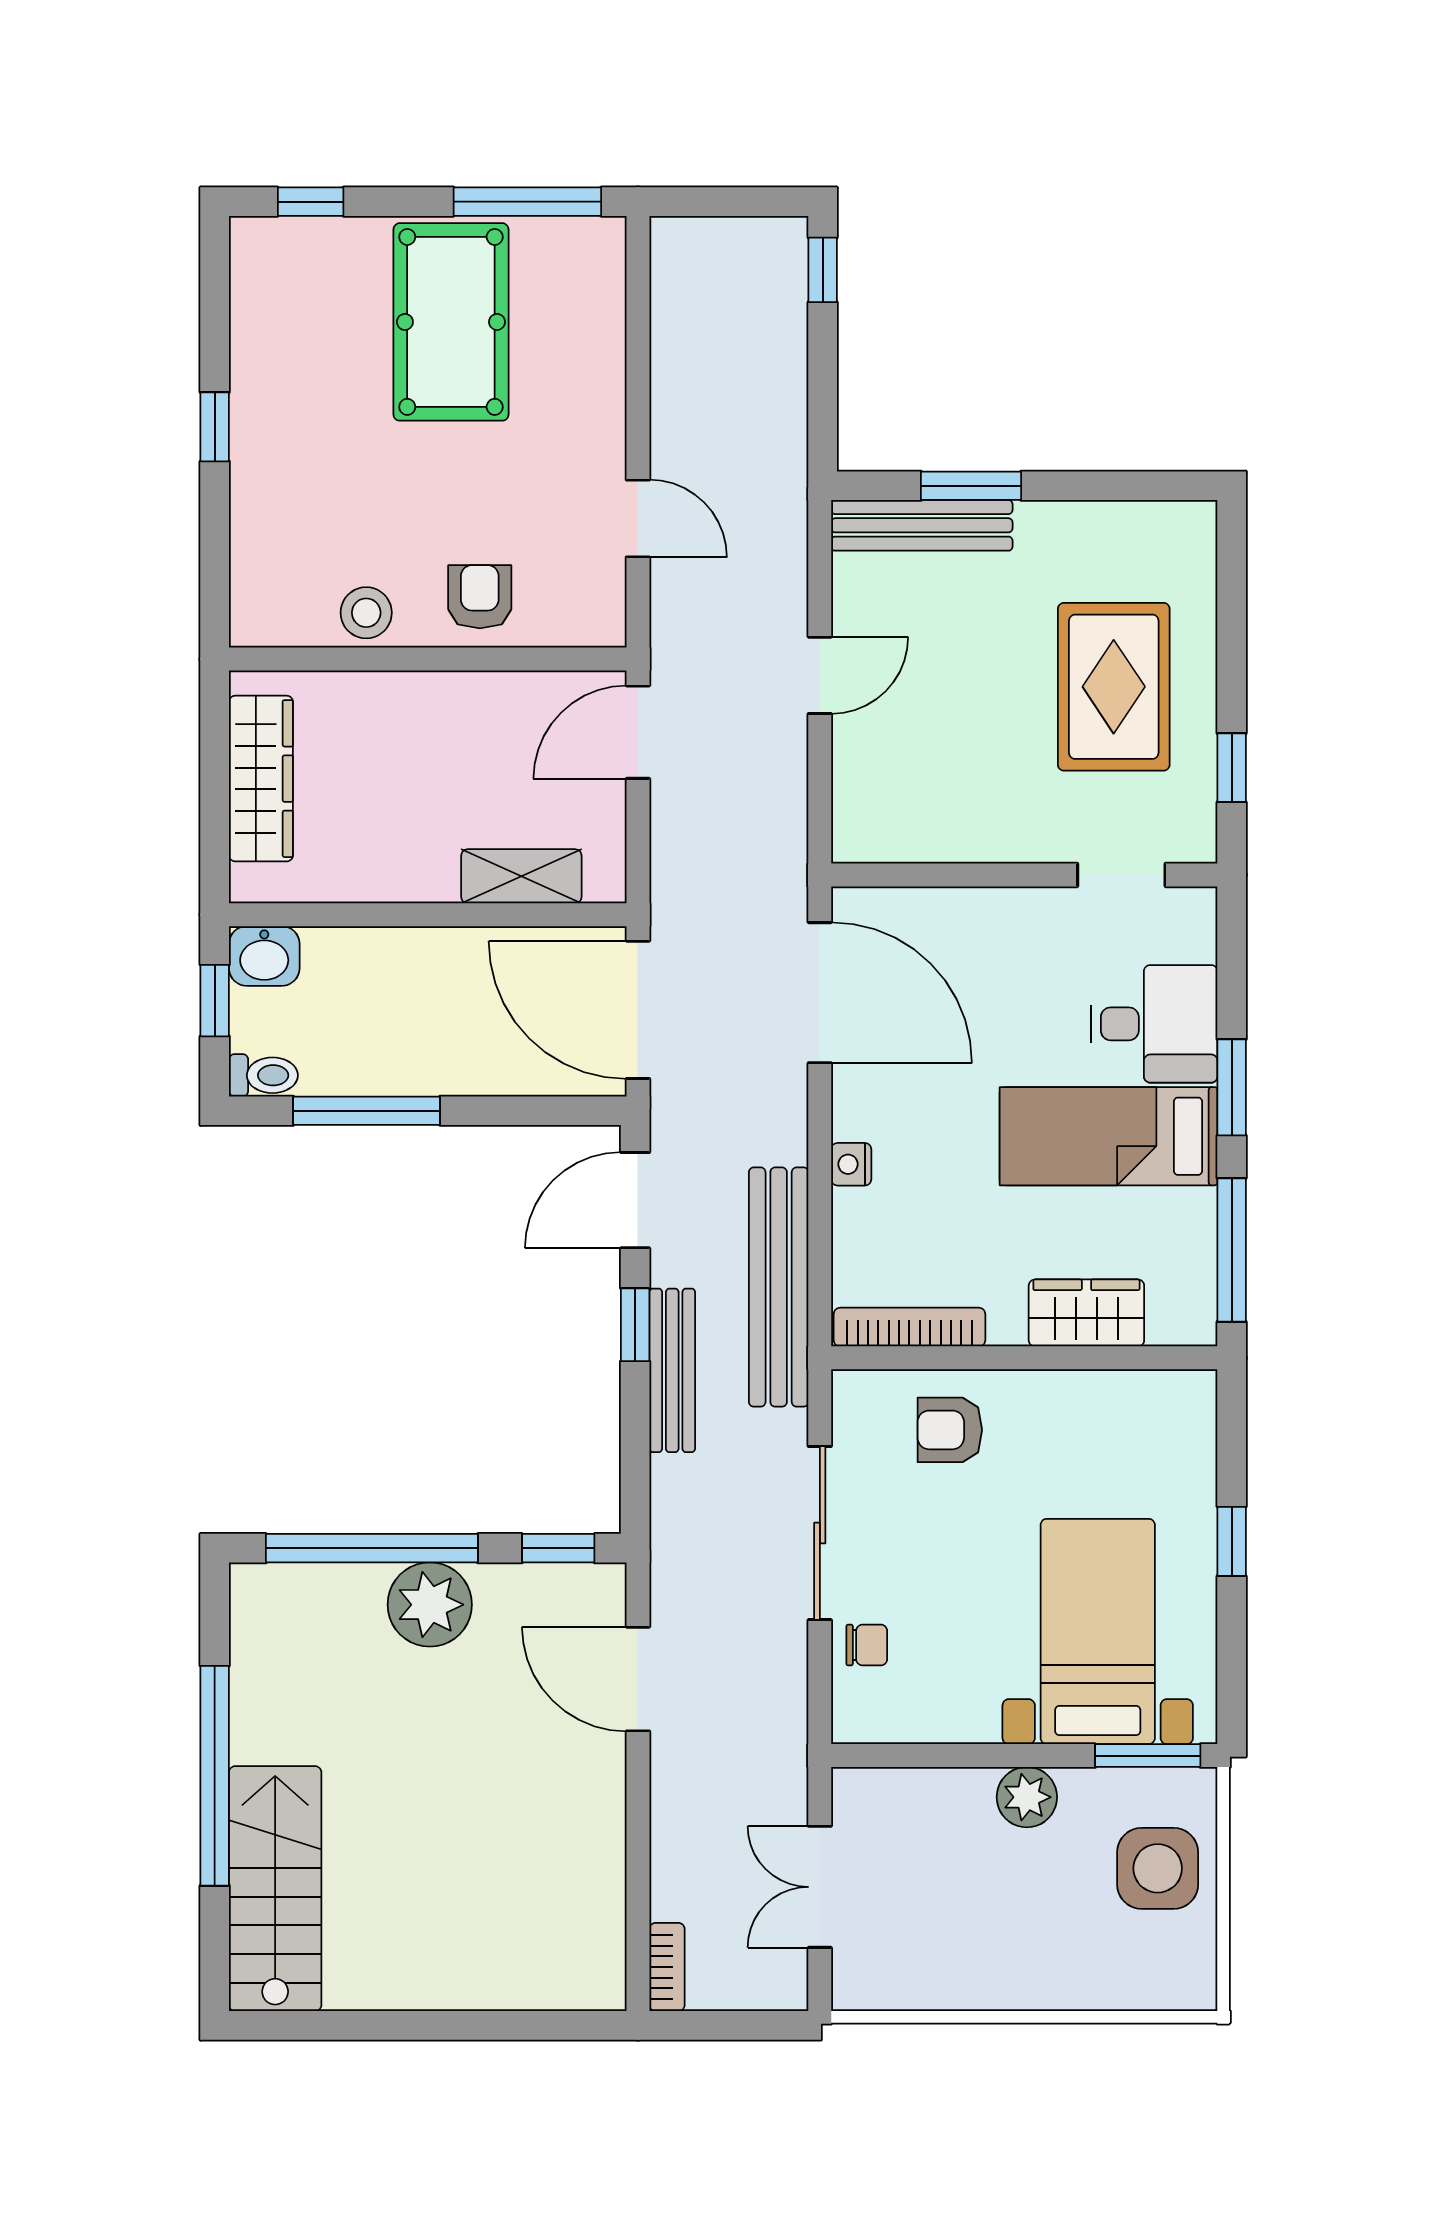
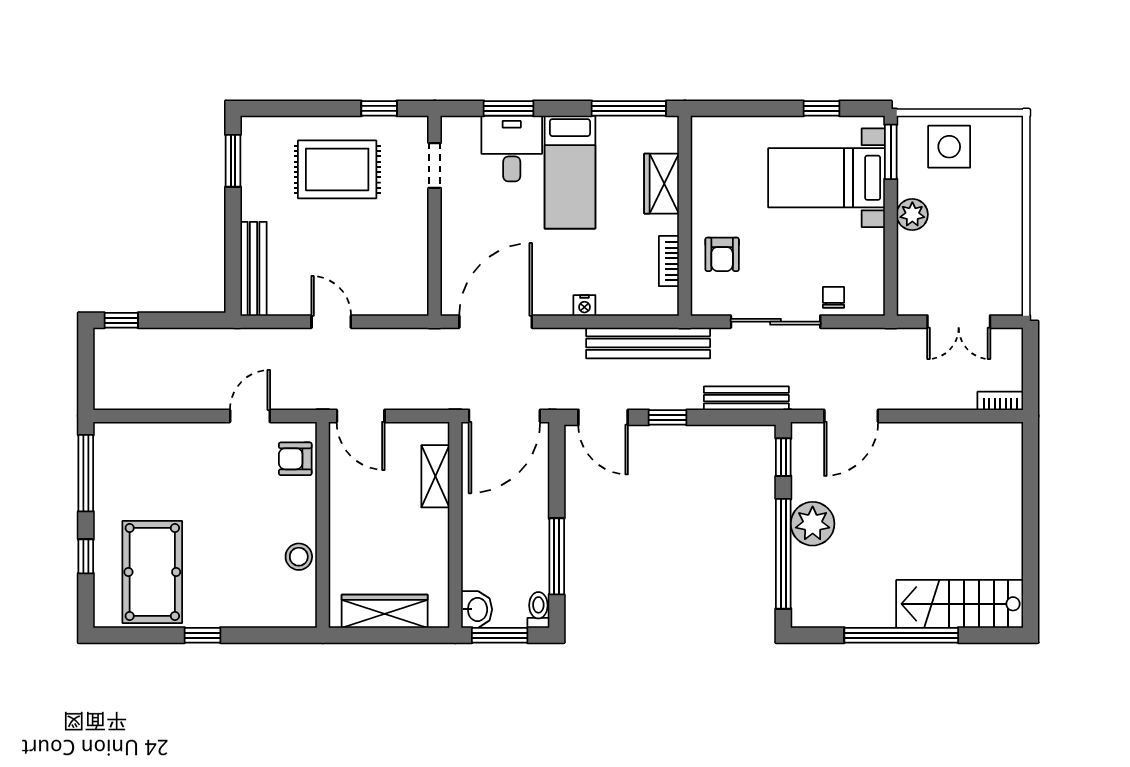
window: (311, 202) -> (86, 556), moved
pool table: (451, 322) -> (152, 572), moved, turned 90
window: (971, 486) -> (233, 161), moved
armchair: (480, 597) -> (295, 459), moved
window: (215, 1001) -> (500, 635), width x1.50
window: (1232, 1087) -> (509, 108), moved
bookcase: (909, 1327) -> (669, 261), width x0.64
bench: (672, 1370) -> (746, 398), moved
window: (1232, 1541) -> (822, 108), moved

